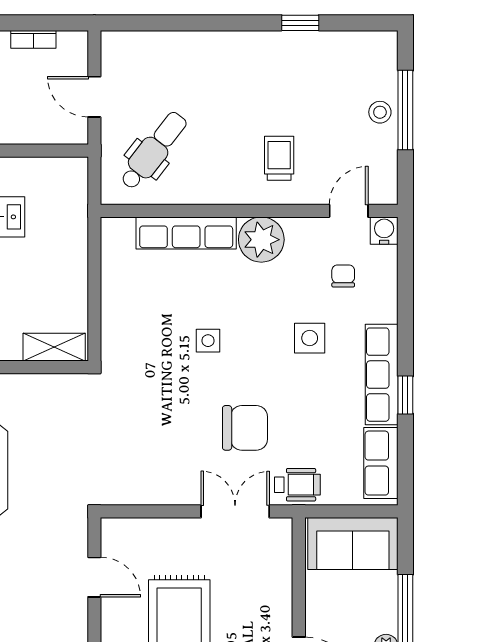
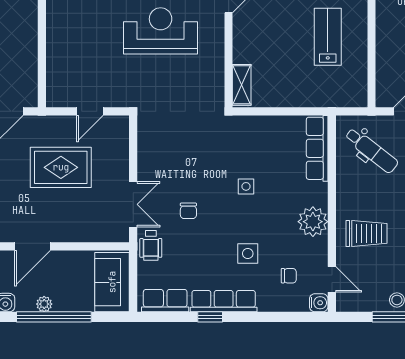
trolley: (279, 158) -> (366, 233), width x1.36, depth x1.39
row of seats: (186, 233) -> (317, 148), moved
chair: (245, 428) -> (188, 211), width x0.54, depth x0.54

